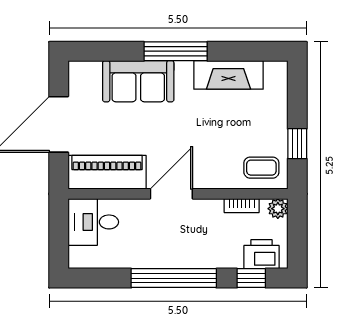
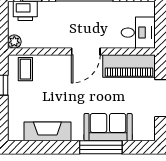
window: (176, 51) -> (101, 147), moved
coffee table: (261, 168) -> (25, 69), turned 90
bookcase: (242, 206) -> (39, 44), removed

